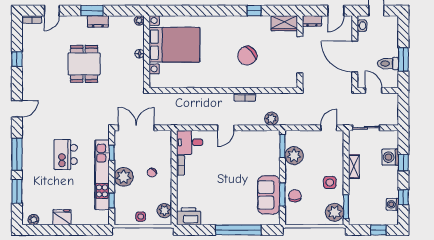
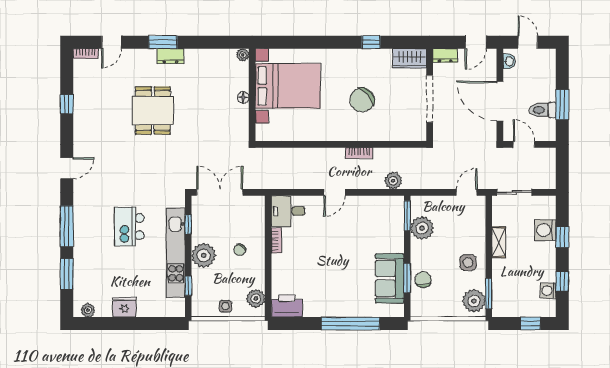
plant: (139, 20) -> (243, 55), moved
bed with nightstands: (174, 45) -> (288, 86), moved
wall: (147, 52) -> (252, 95), moved
floor lamp: (140, 54) -> (243, 97), moved

